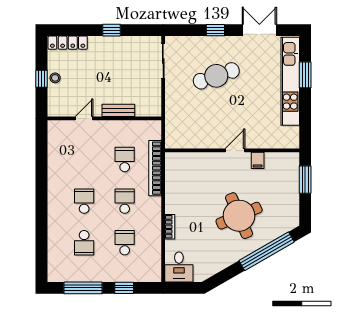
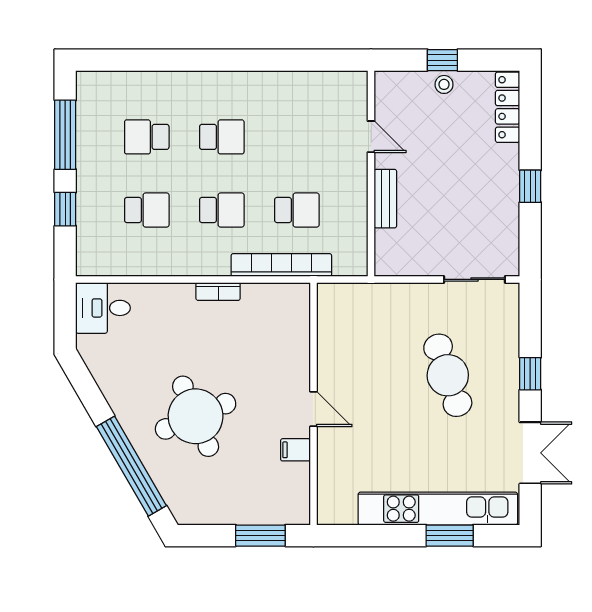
bookcase: (170, 227) -> (218, 291), moved

